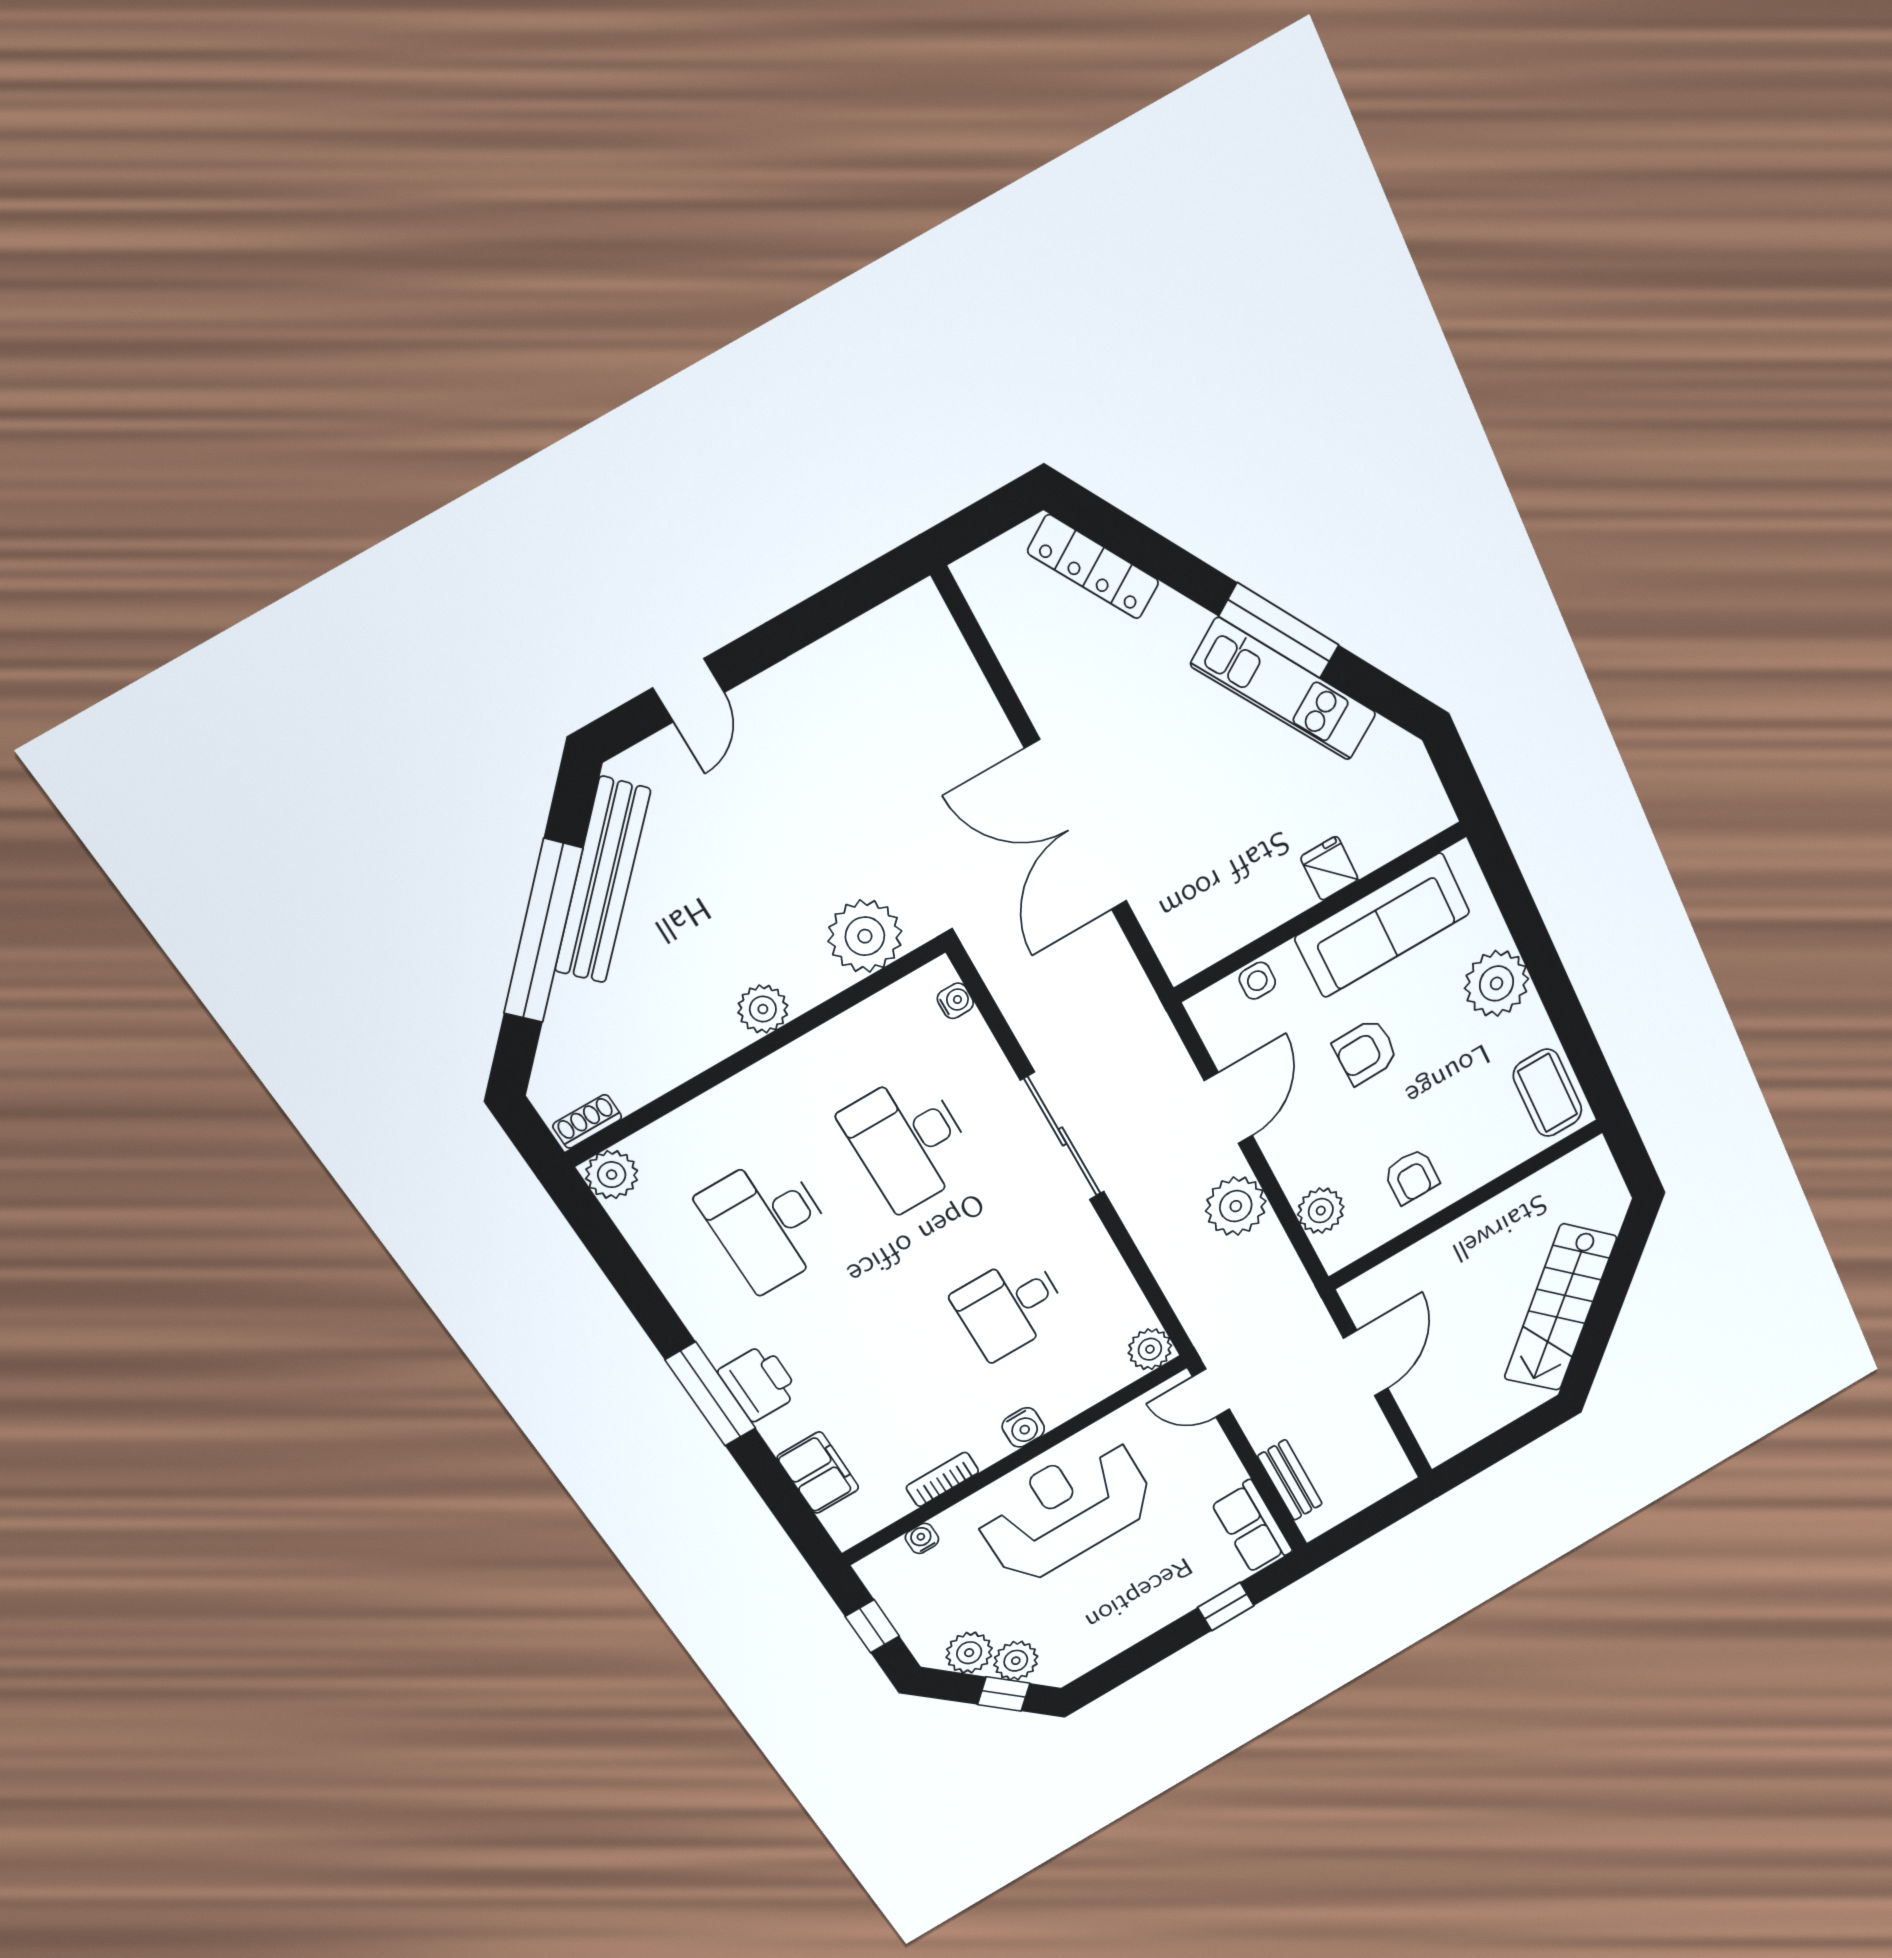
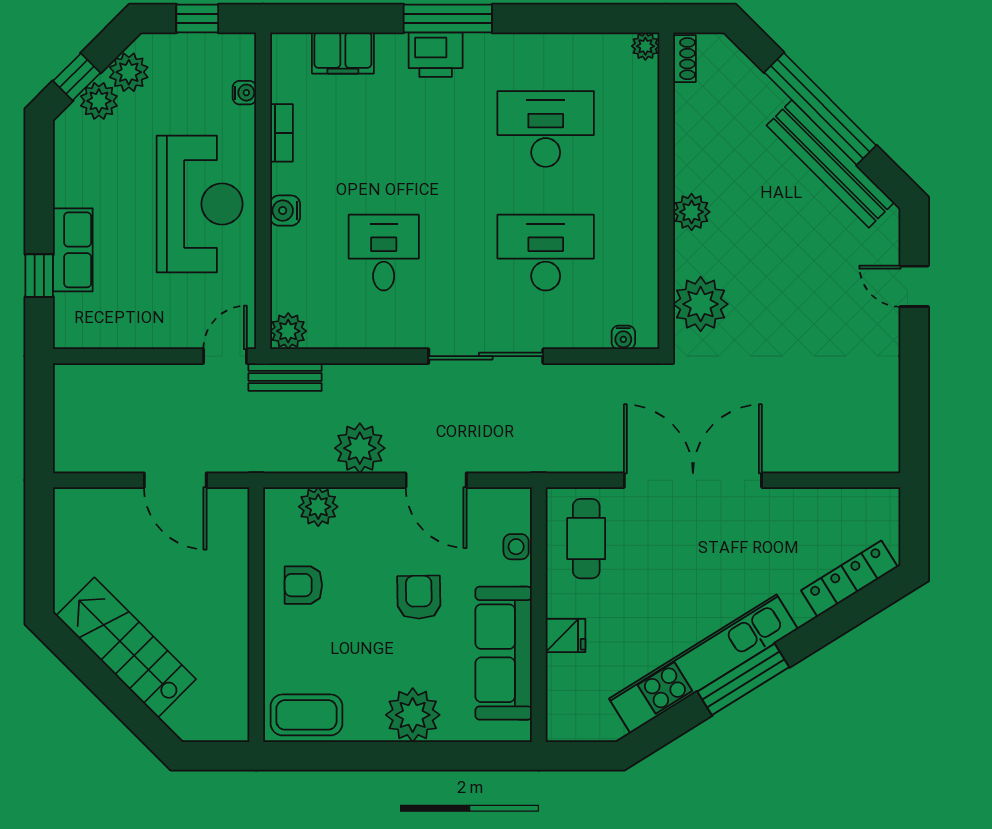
kitchen unit: (1284, 689) -> (704, 664), width x1.36
cafe table: (1208, 909) -> (586, 539), added
plant: (612, 1175) -> (645, 46), width x0.73, depth x0.73
bench: (1290, 1480) -> (285, 377), moved
row of seats: (1252, 1527) -> (73, 250), moved, turned 90

